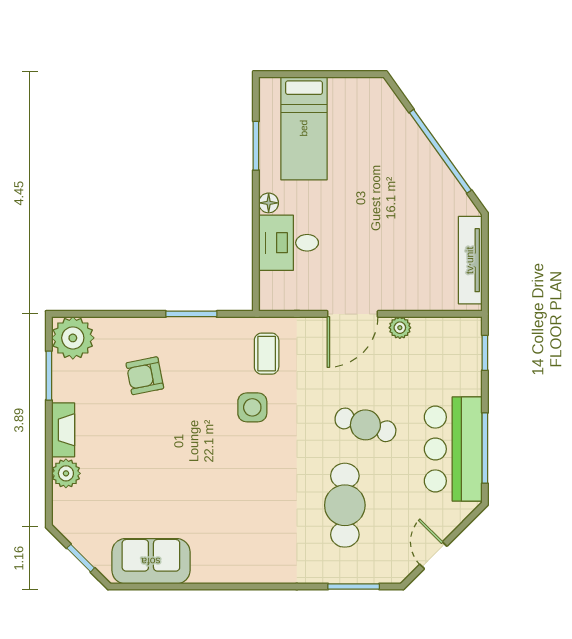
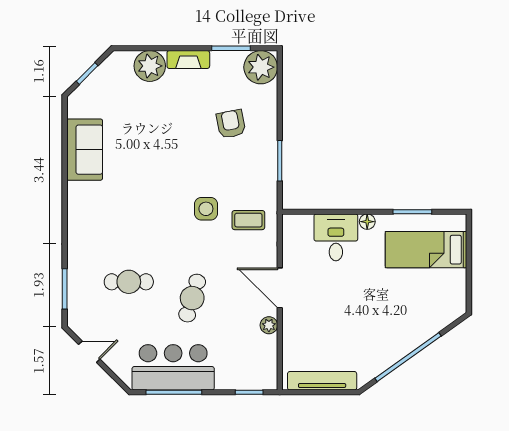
plant: (66, 473) -> (150, 66), width x1.36, depth x1.36
cafe table: (345, 505) -> (129, 282), width x0.73, depth x0.74
sofa: (151, 561) -> (85, 150), moved

